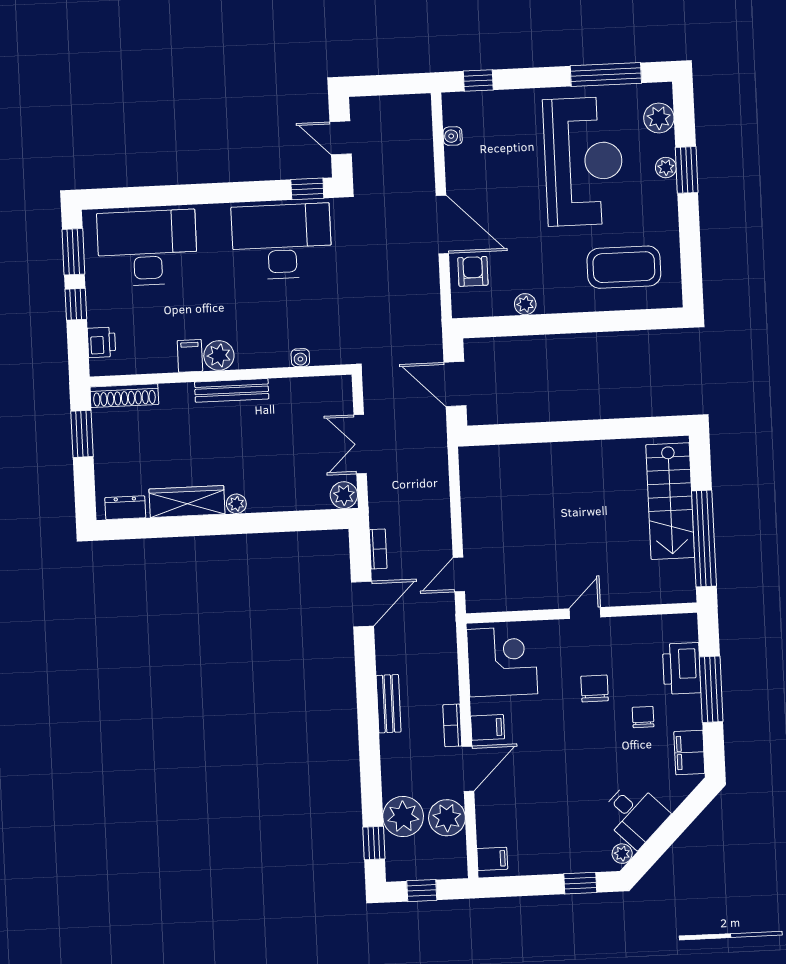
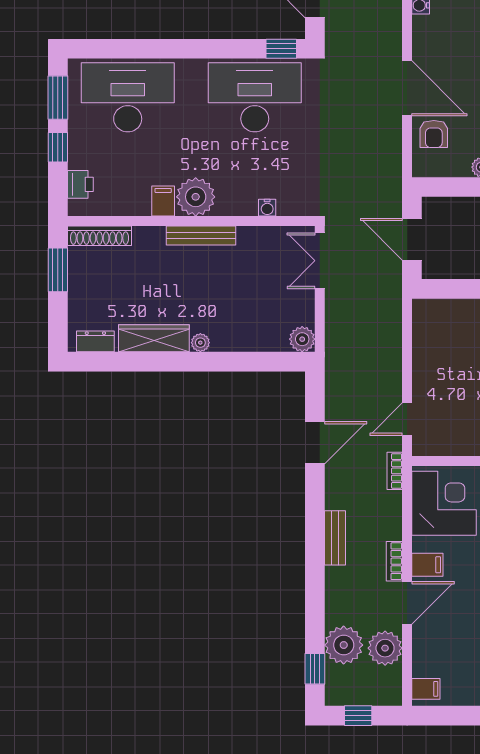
armchair: (473, 271) -> (434, 134), turned 180
plant: (219, 355) -> (196, 197), width x1.36, depth x1.36
double door: (360, 444) -> (320, 261), moved
bookcase: (378, 549) -> (395, 471), moved, turned 180

